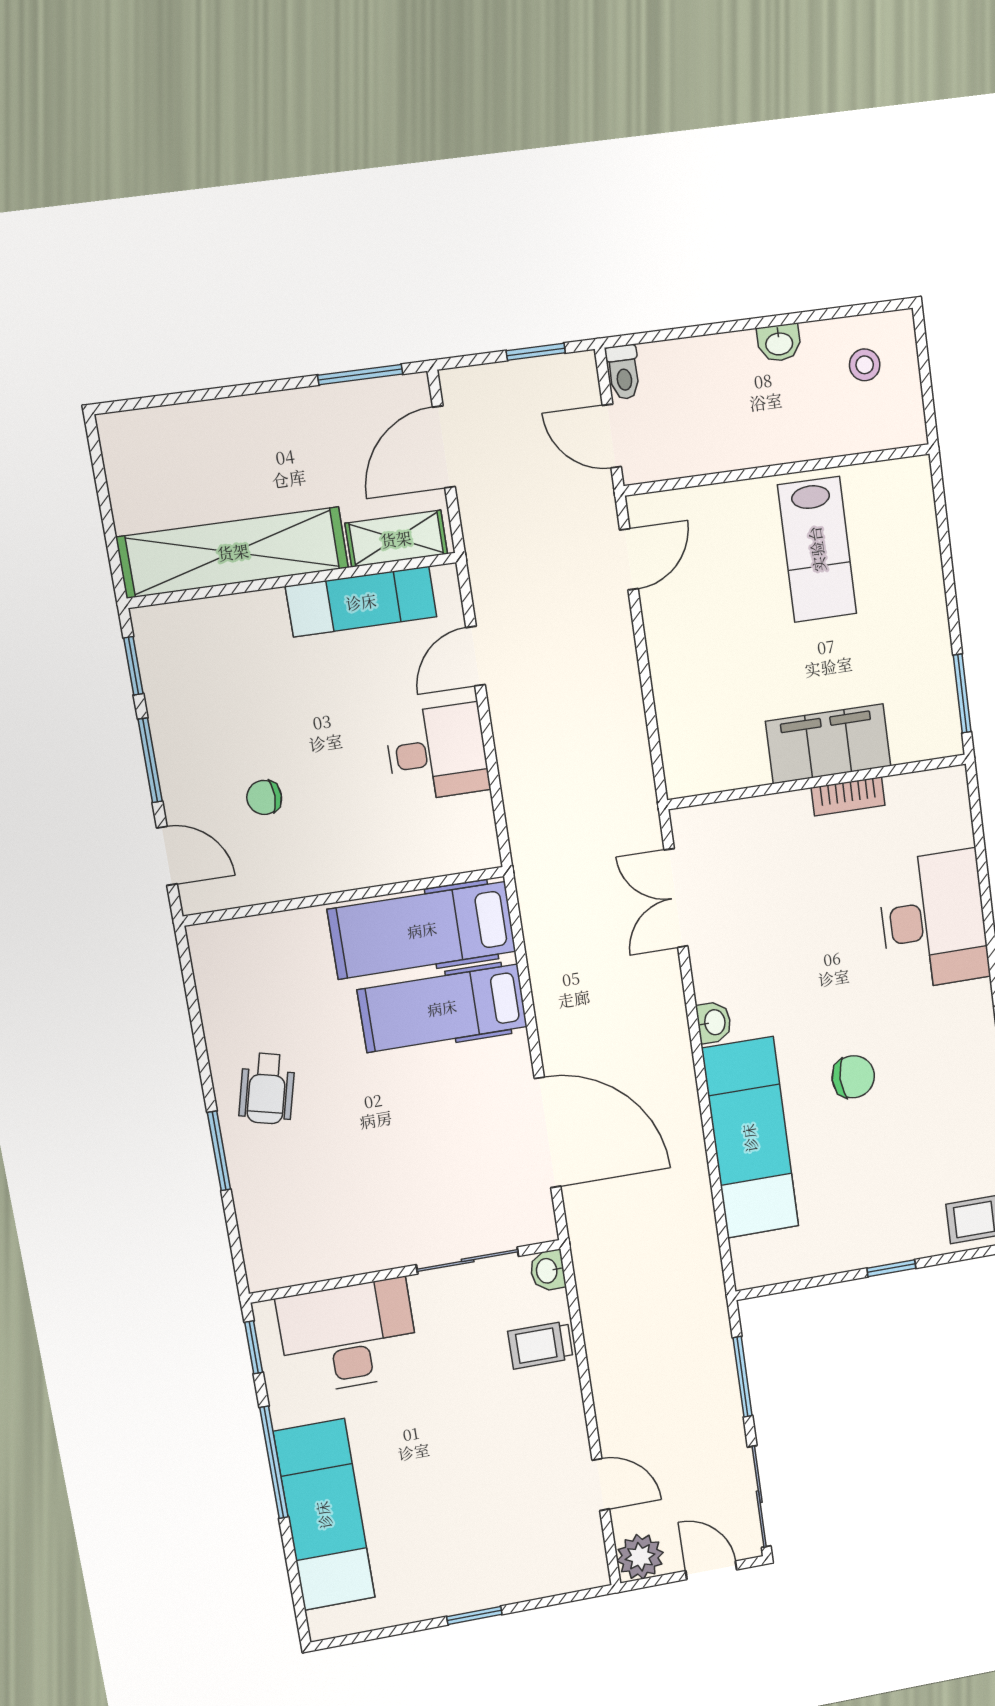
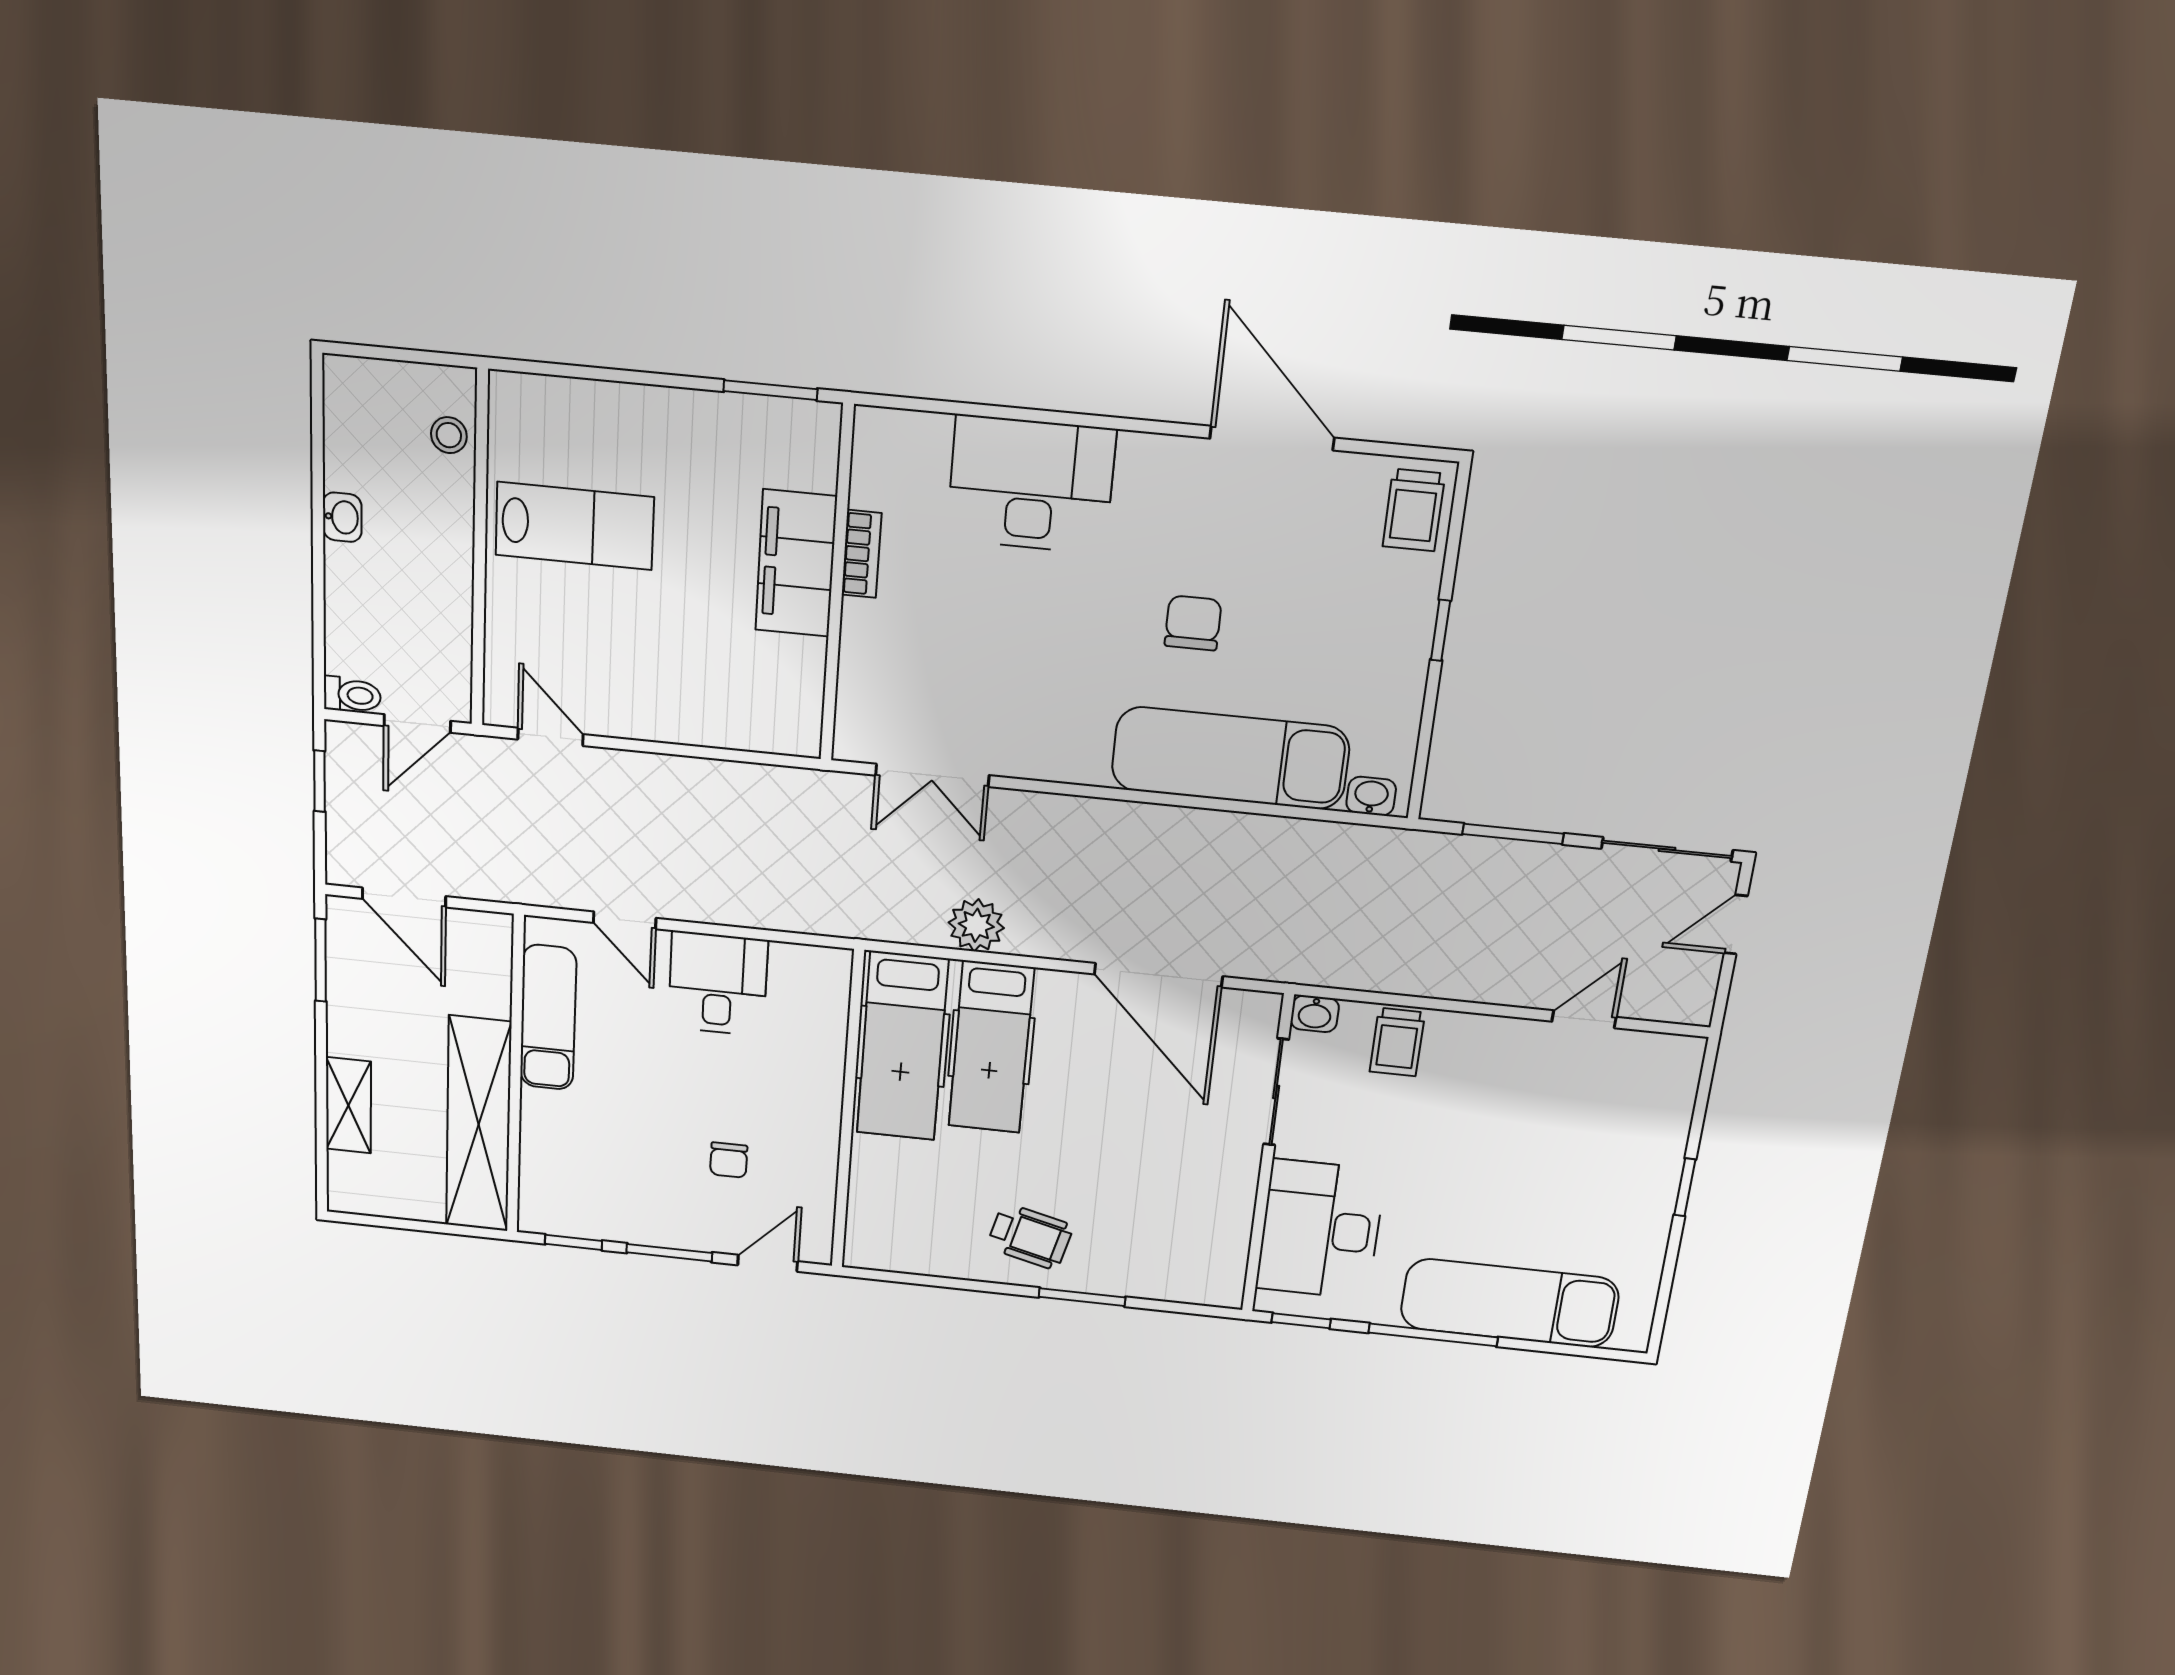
stool: (865, 365) -> (449, 435), moved
shelving: (396, 539) -> (348, 1105), moved
washbasin: (714, 1022) -> (1371, 796), moved
door: (548, 1133) -> (1158, 975), swing flipped
plant: (640, 1557) -> (976, 925), moved

